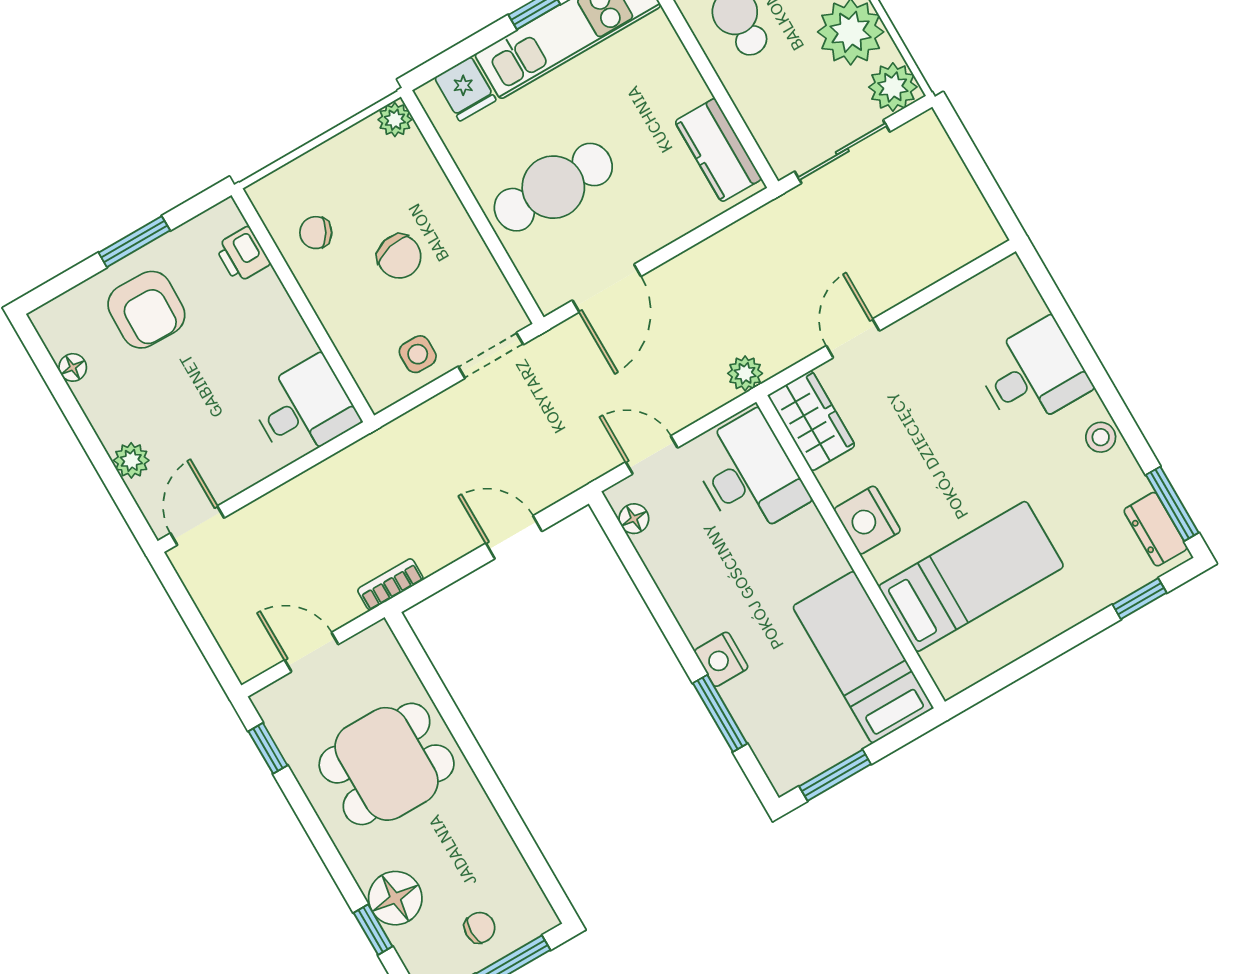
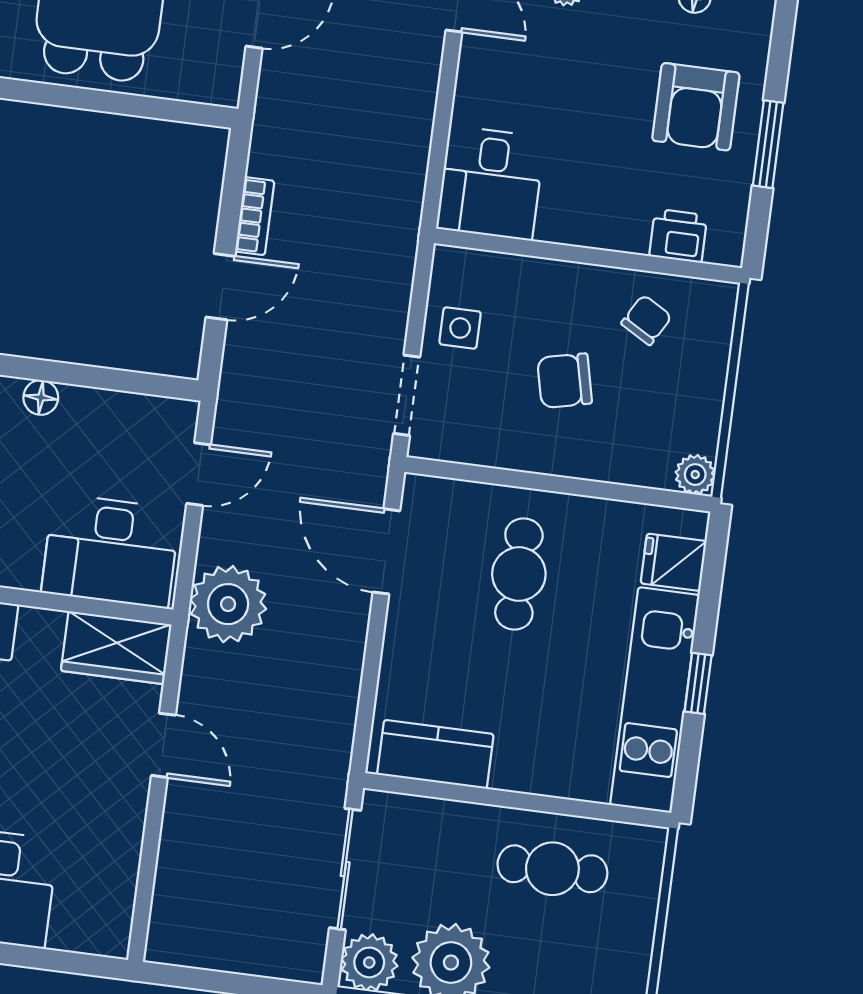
cafe table: (553, 187) -> (519, 574), width x0.73, depth x0.74
armchair: (146, 310) -> (696, 107), turned -91
plant: (745, 373) -> (228, 604), width x1.88, depth x1.88
floor lamp: (634, 519) -> (41, 397), moved
bookcase: (390, 584) -> (255, 216), moved

